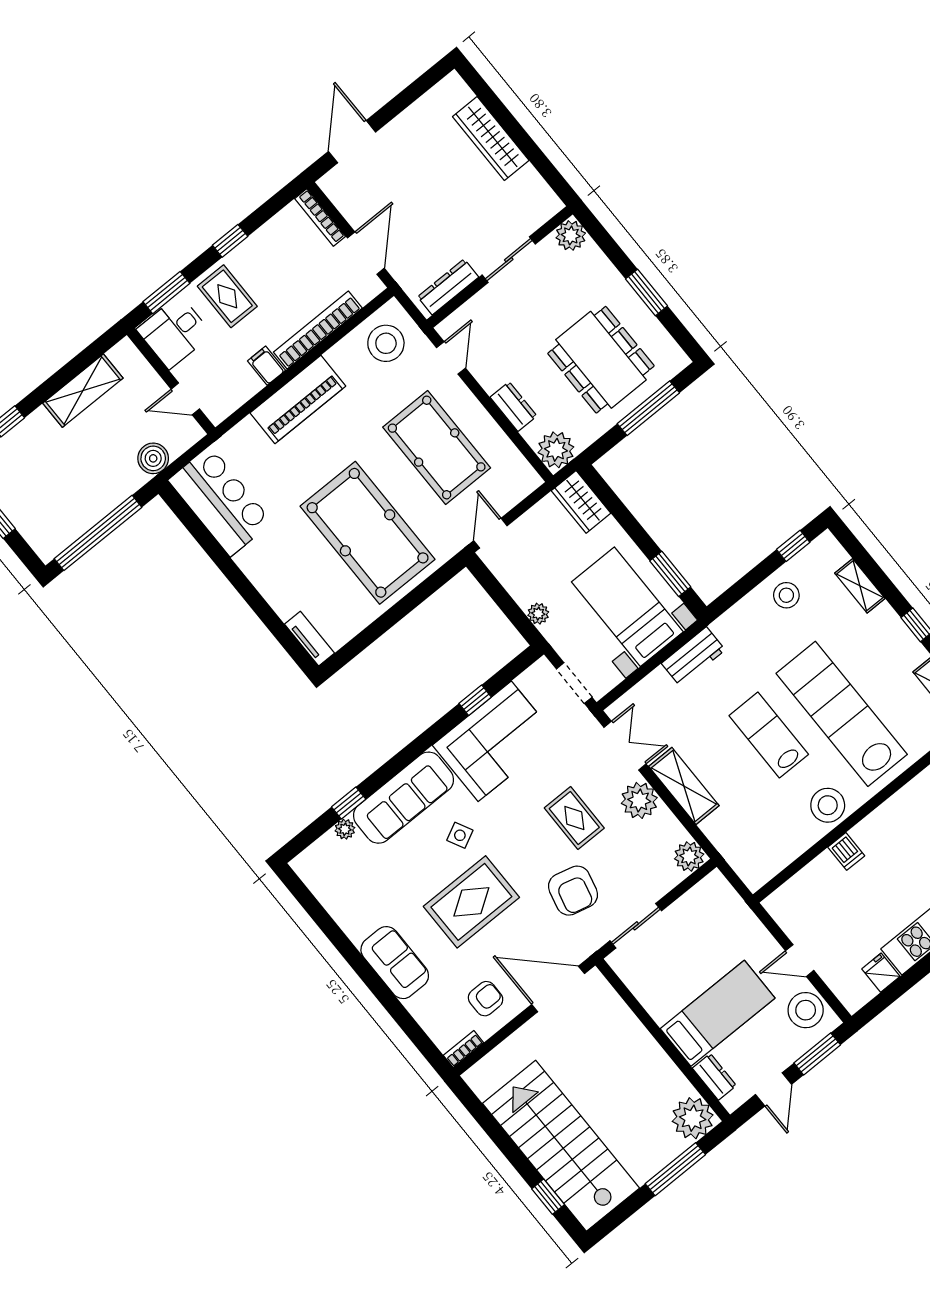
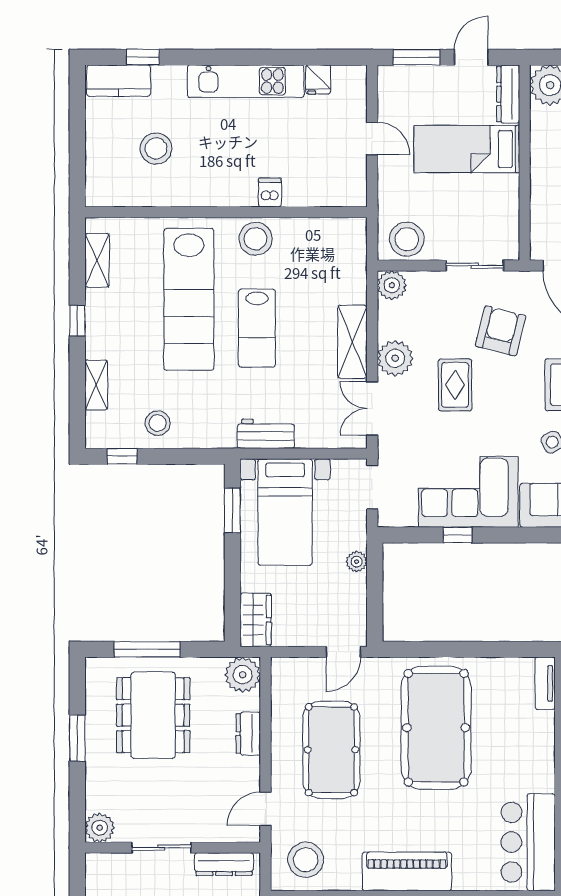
stool: (806, 1010) -> (407, 239), moved
dresser: (714, 1077) -> (508, 94), width x1.44

